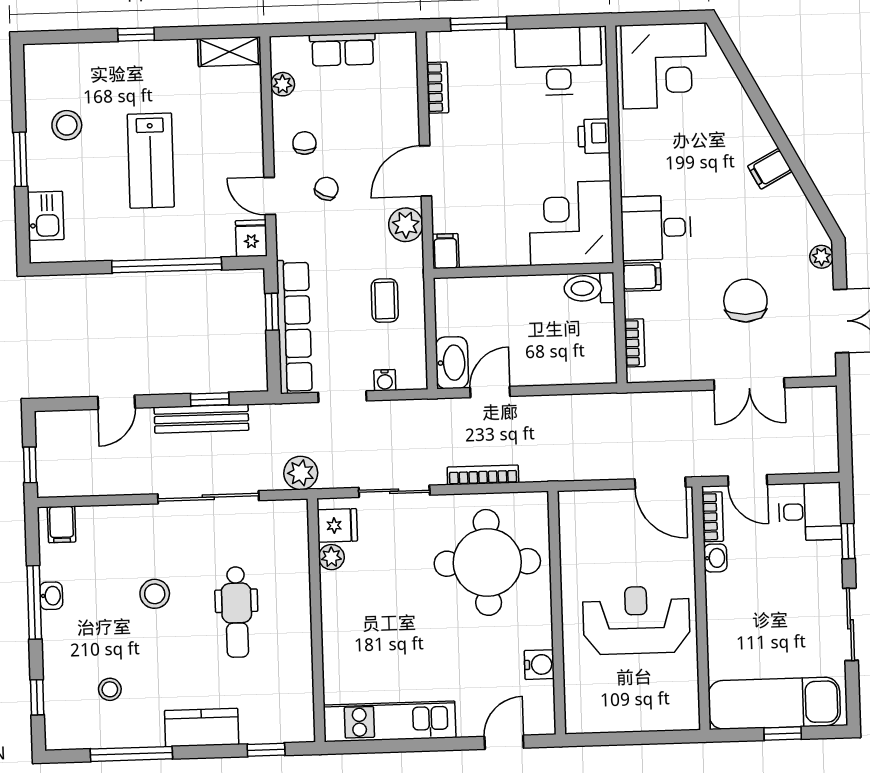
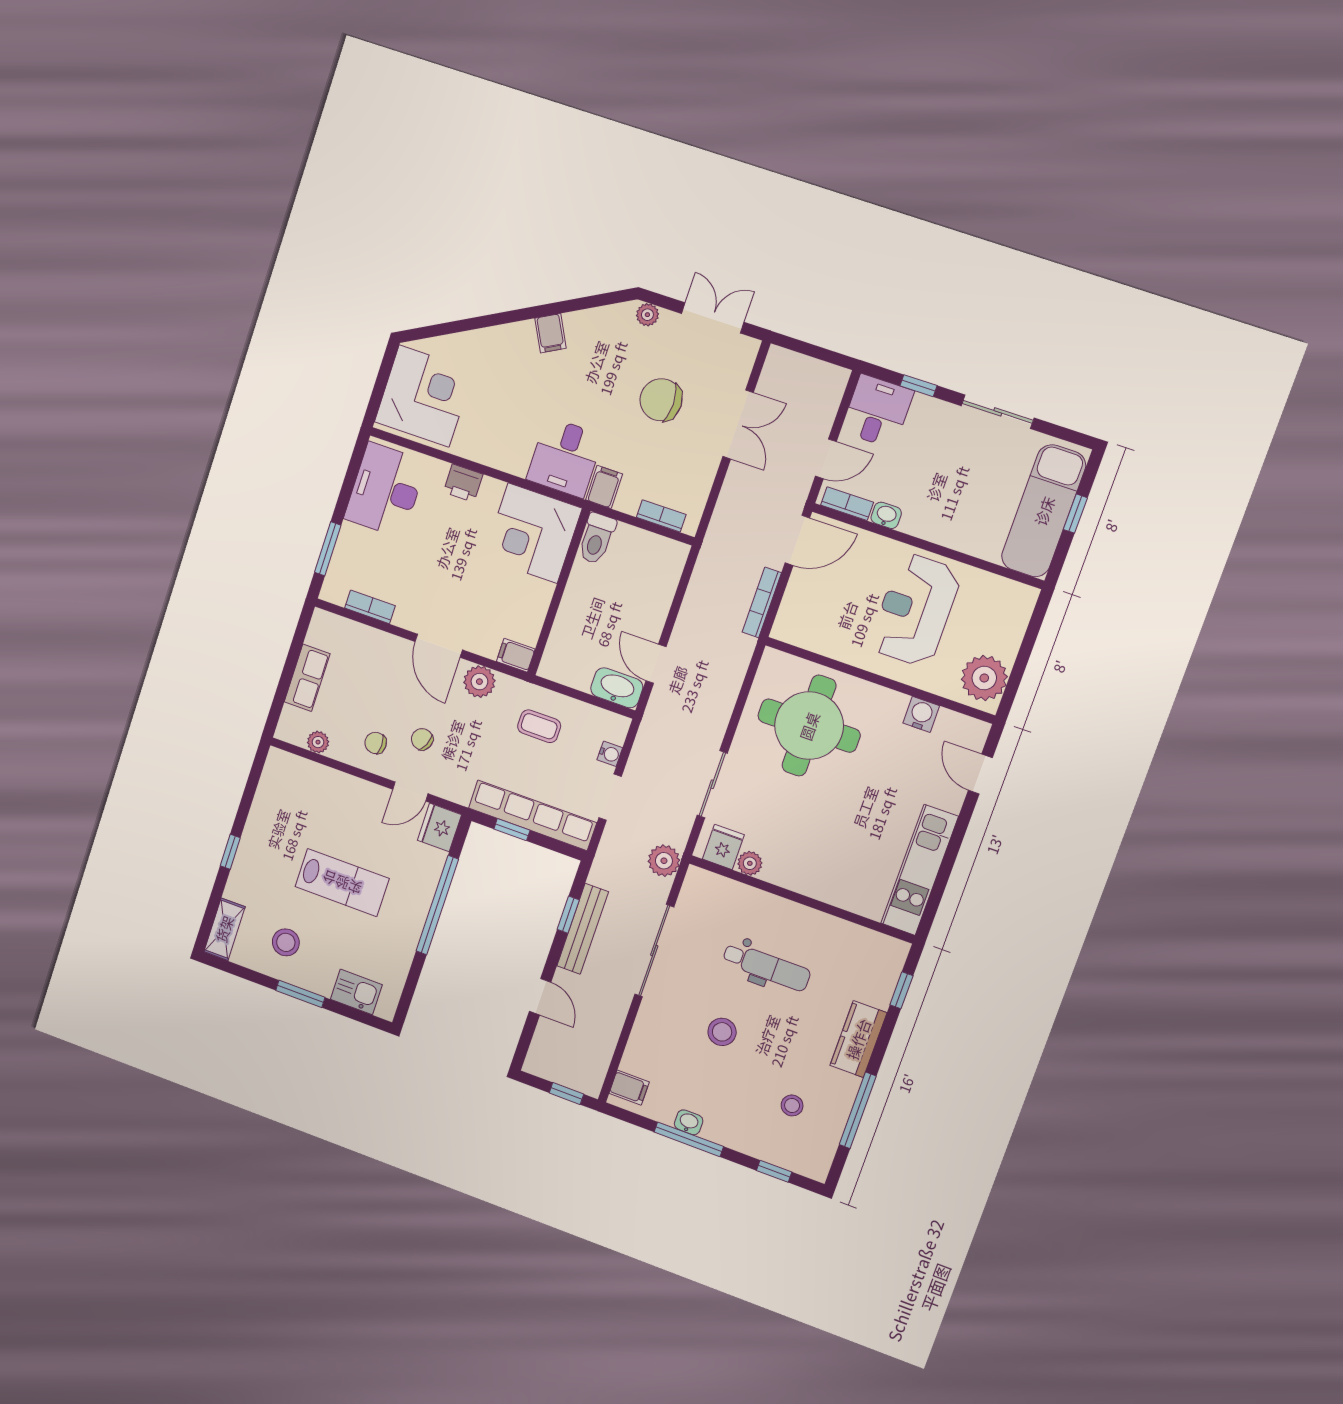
shelving: (229, 52) -> (224, 929), moved
fridge: (251, 238) -> (439, 827), width x1.38
bookcase: (483, 475) -> (762, 602), moved
plant: (597, 710) -> (984, 678), added

